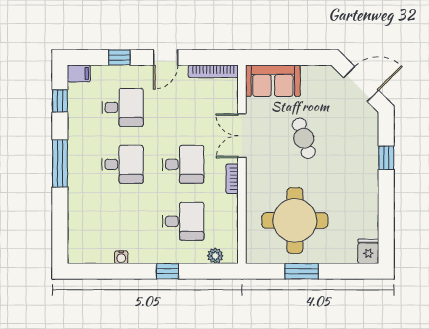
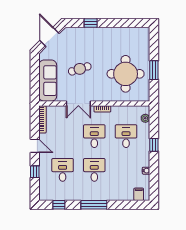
filing cabinet: (79, 73) -> (139, 194), moved
sofa: (273, 81) -> (48, 81), width x1.36
fridge: (368, 251) -> (143, 33), removed

